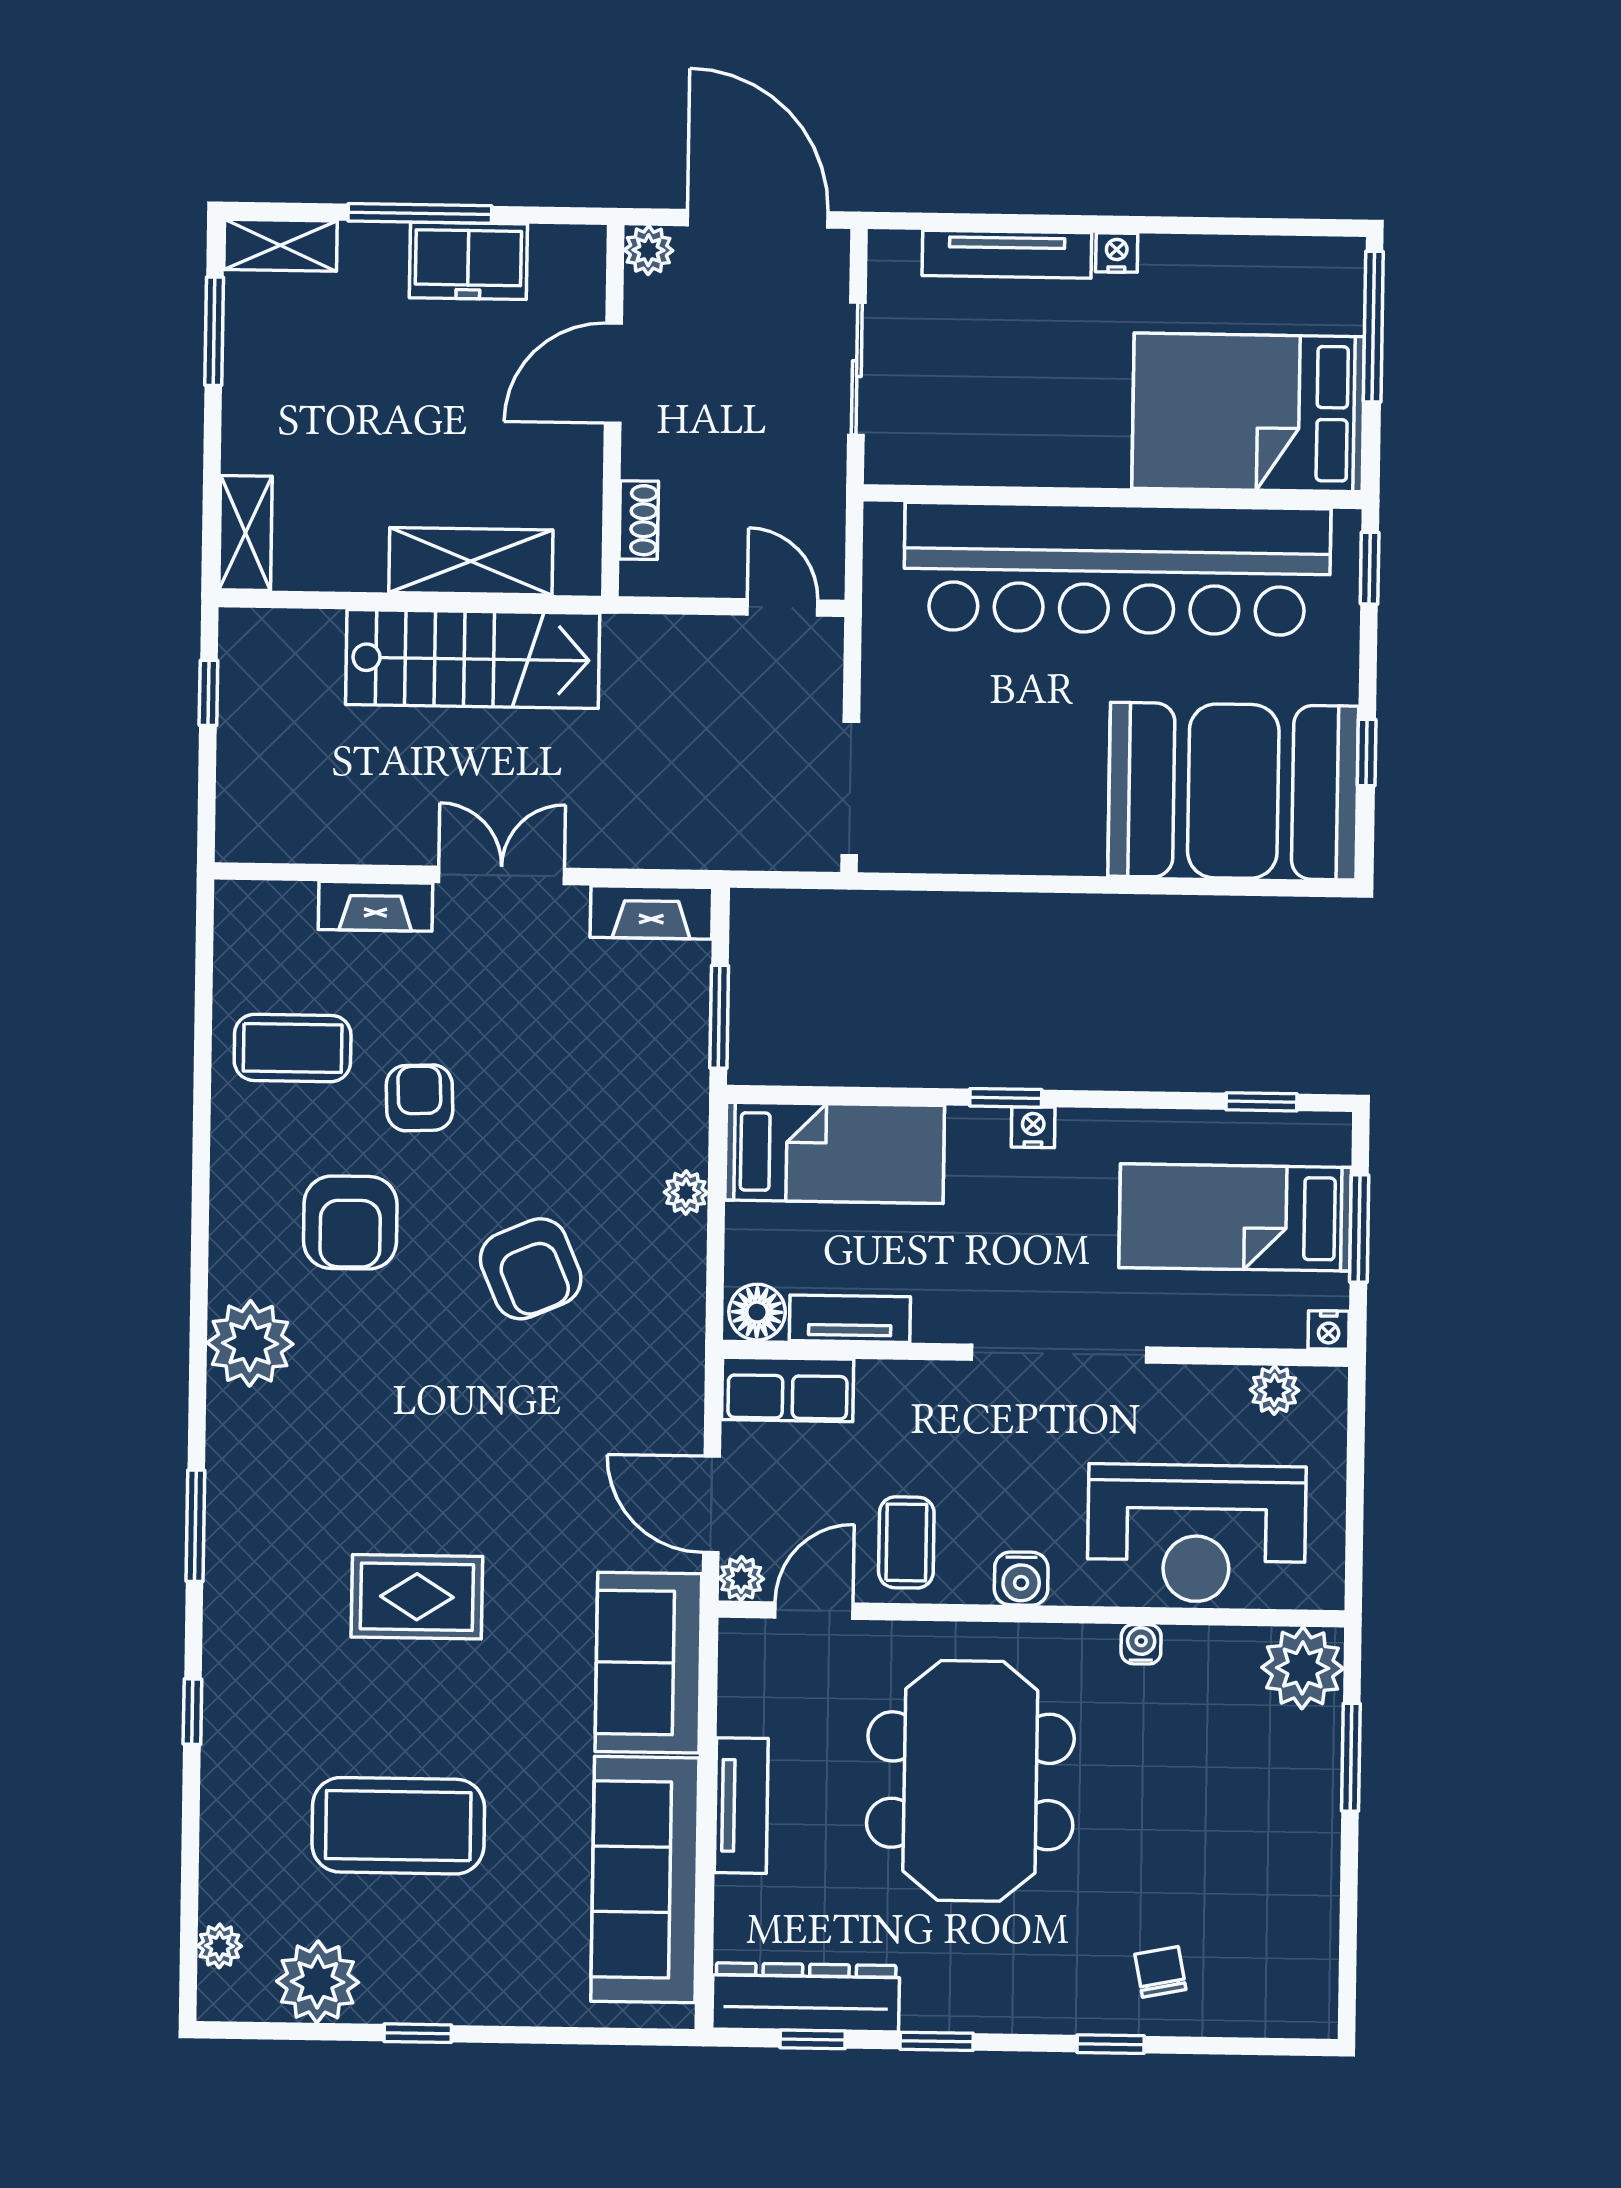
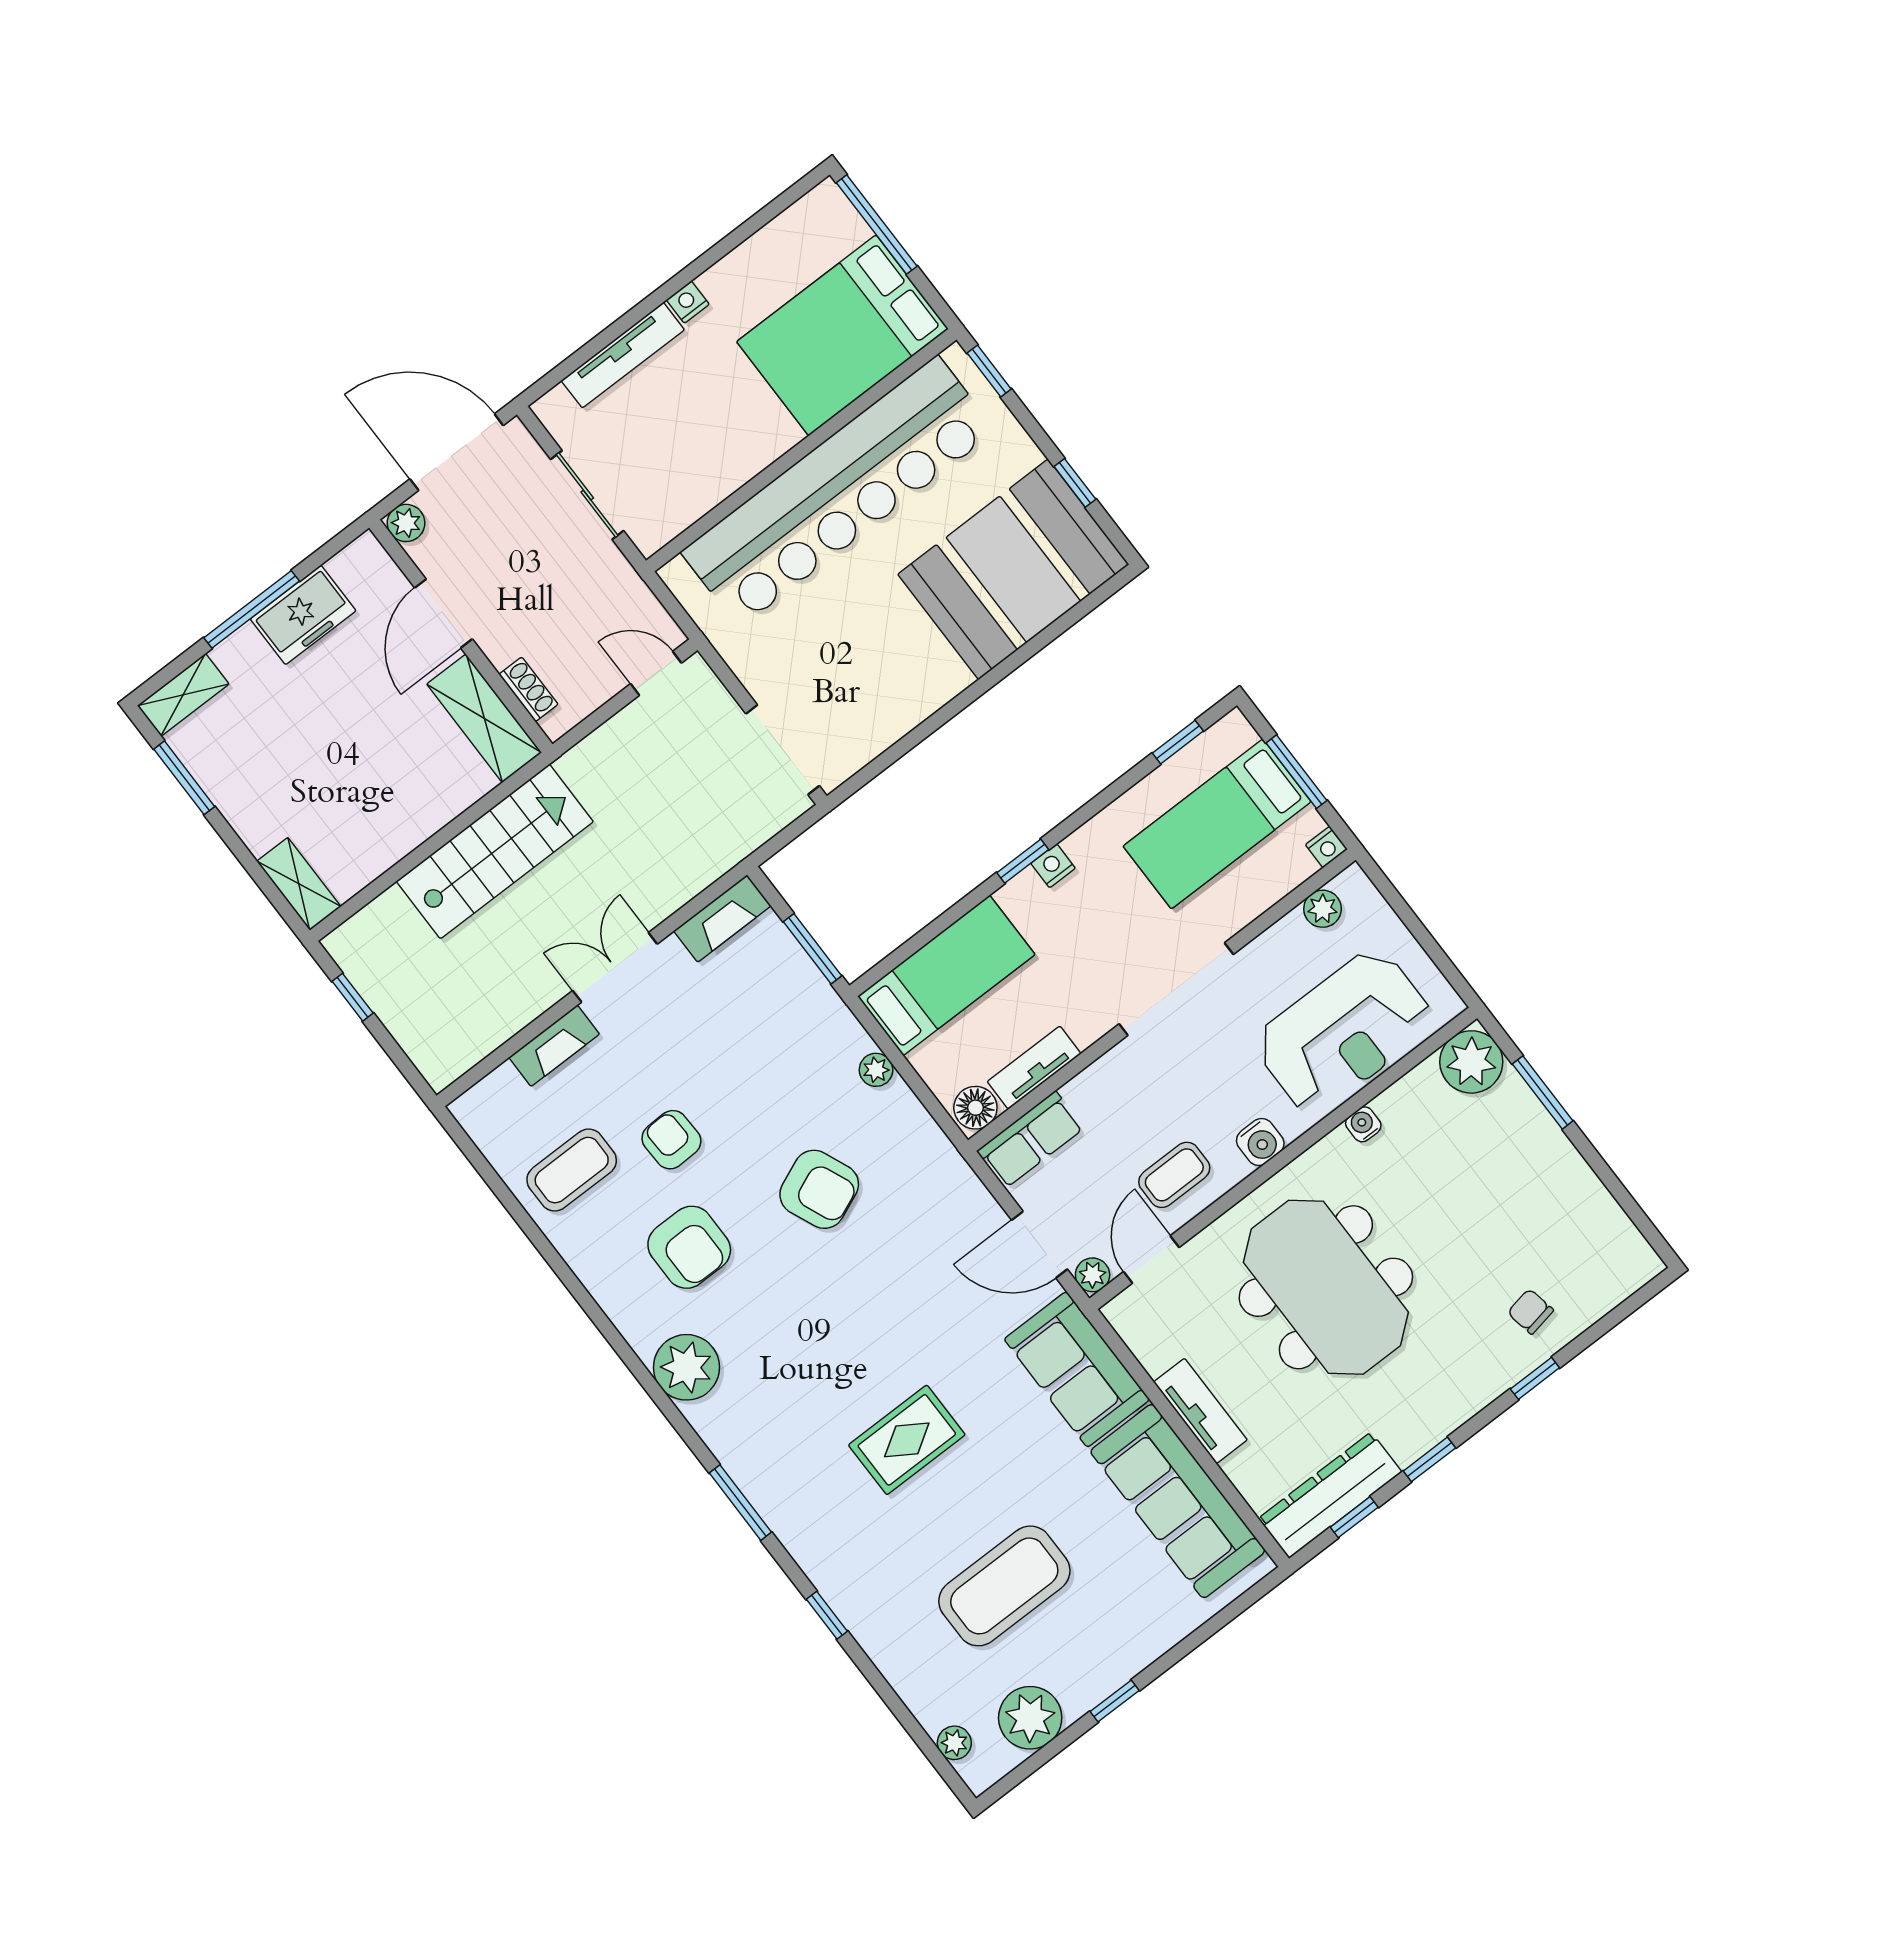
shelving: (471, 561) -> (484, 718), moved, turned 90
coffee table: (906, 1542) -> (1174, 1175), turned 90

